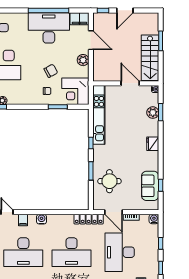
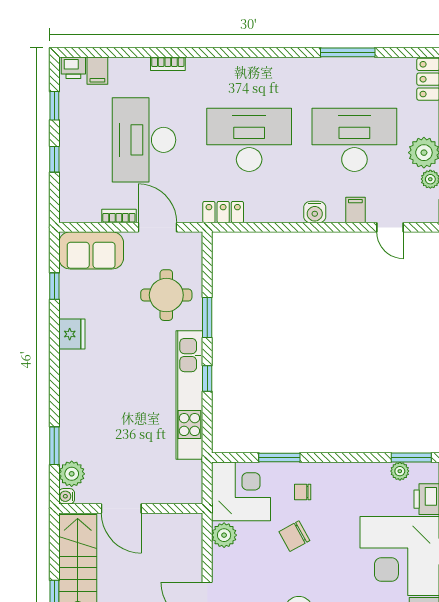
plant: (83, 60) -> (224, 535), moved
plant: (153, 113) -> (72, 474), moved
kitchen unit: (99, 115) -> (189, 395), moved
fridge: (153, 144) -> (72, 334), moved
sofa: (150, 186) -> (91, 250), moved, turned 90
locker: (89, 219) -> (223, 212), width x0.66
water cooler: (154, 219) -> (69, 212), removed
desk: (120, 252) -> (144, 140), turned 180

